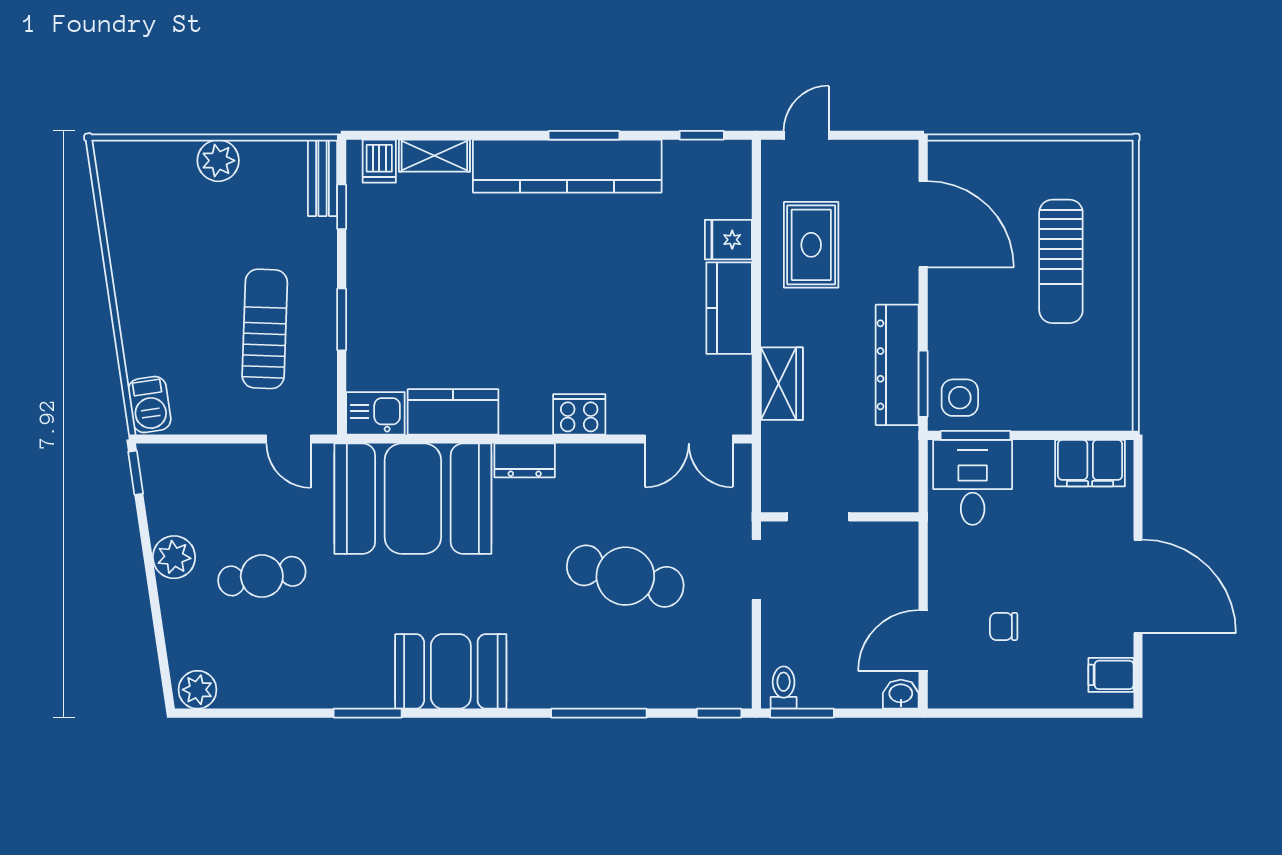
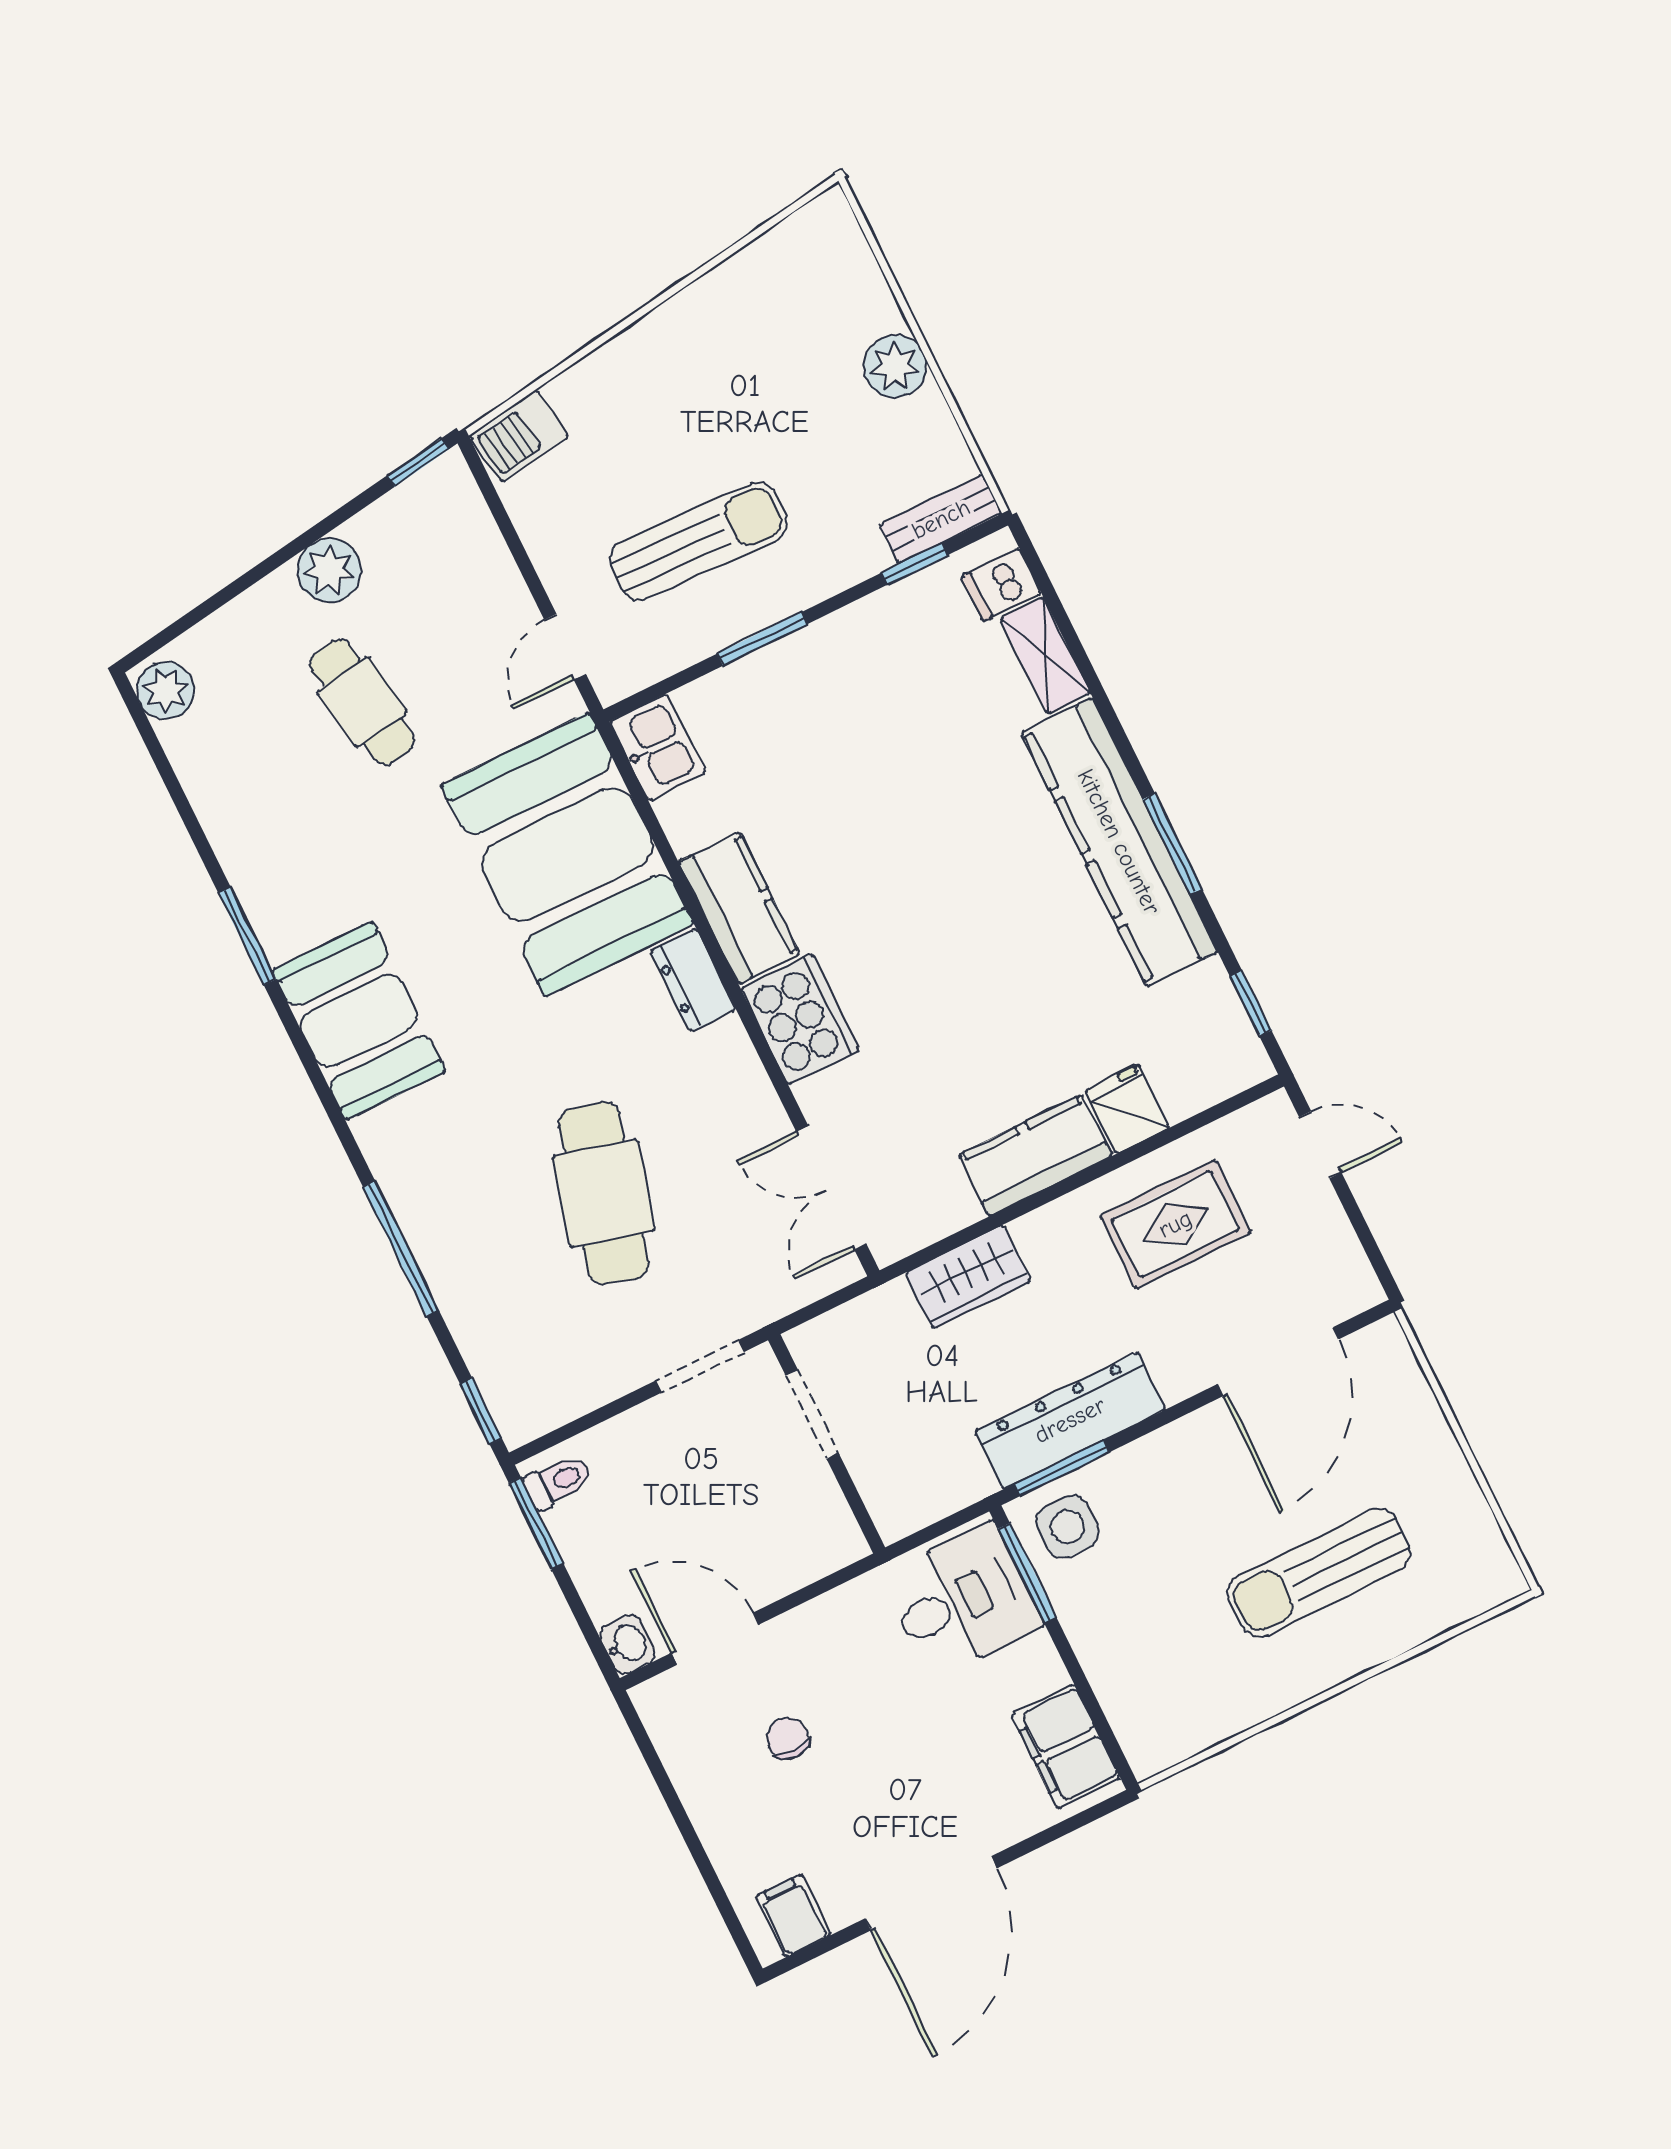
kitchen counter: (453, 412) -> (739, 908), moved
cooker: (579, 414) -> (800, 1019), width x1.37, depth x1.31

